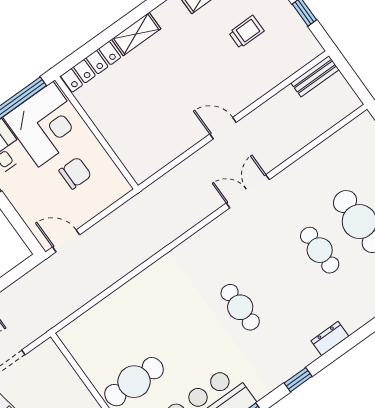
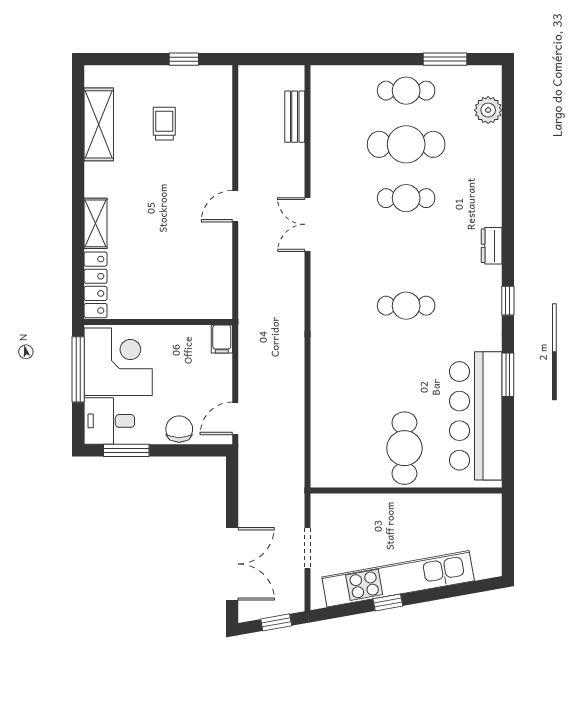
bench: (315, 76) -> (295, 117), moved
chair: (75, 173) -> (179, 429), moved
filing cabinet: (118, 189) -> (222, 339), added

